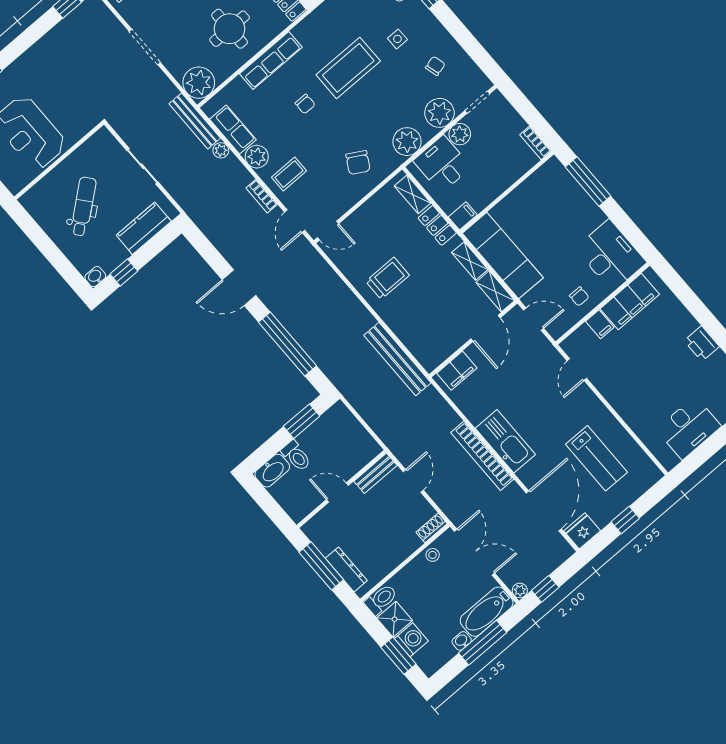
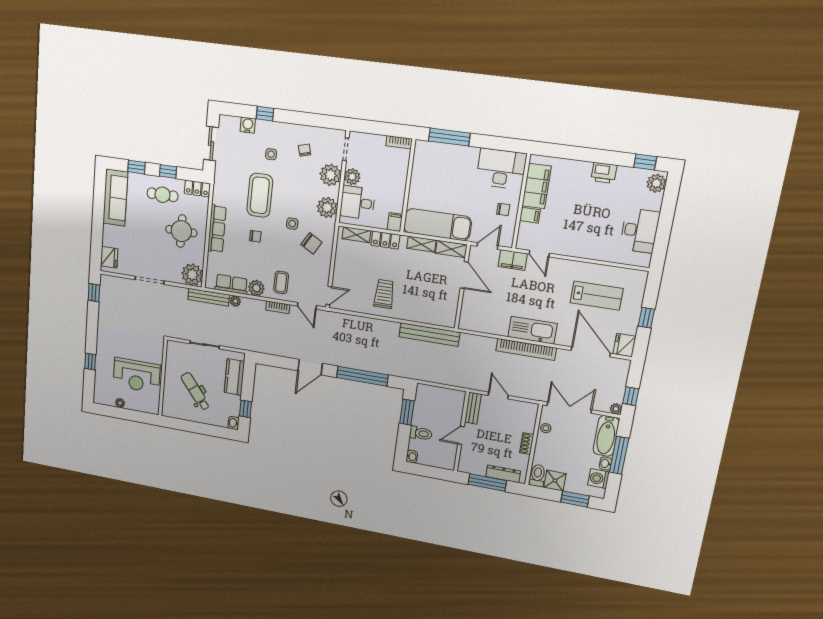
side table: (356, 126) -> (292, 224), added
filing cabinet: (457, 371) -> (513, 260), moved, turned 90
washbasin: (272, 471) -> (412, 457), width x0.52, depth x0.69
shoe rack: (432, 528) -> (527, 444), moved
washing machine: (411, 640) -> (599, 479), moved, turned -90

